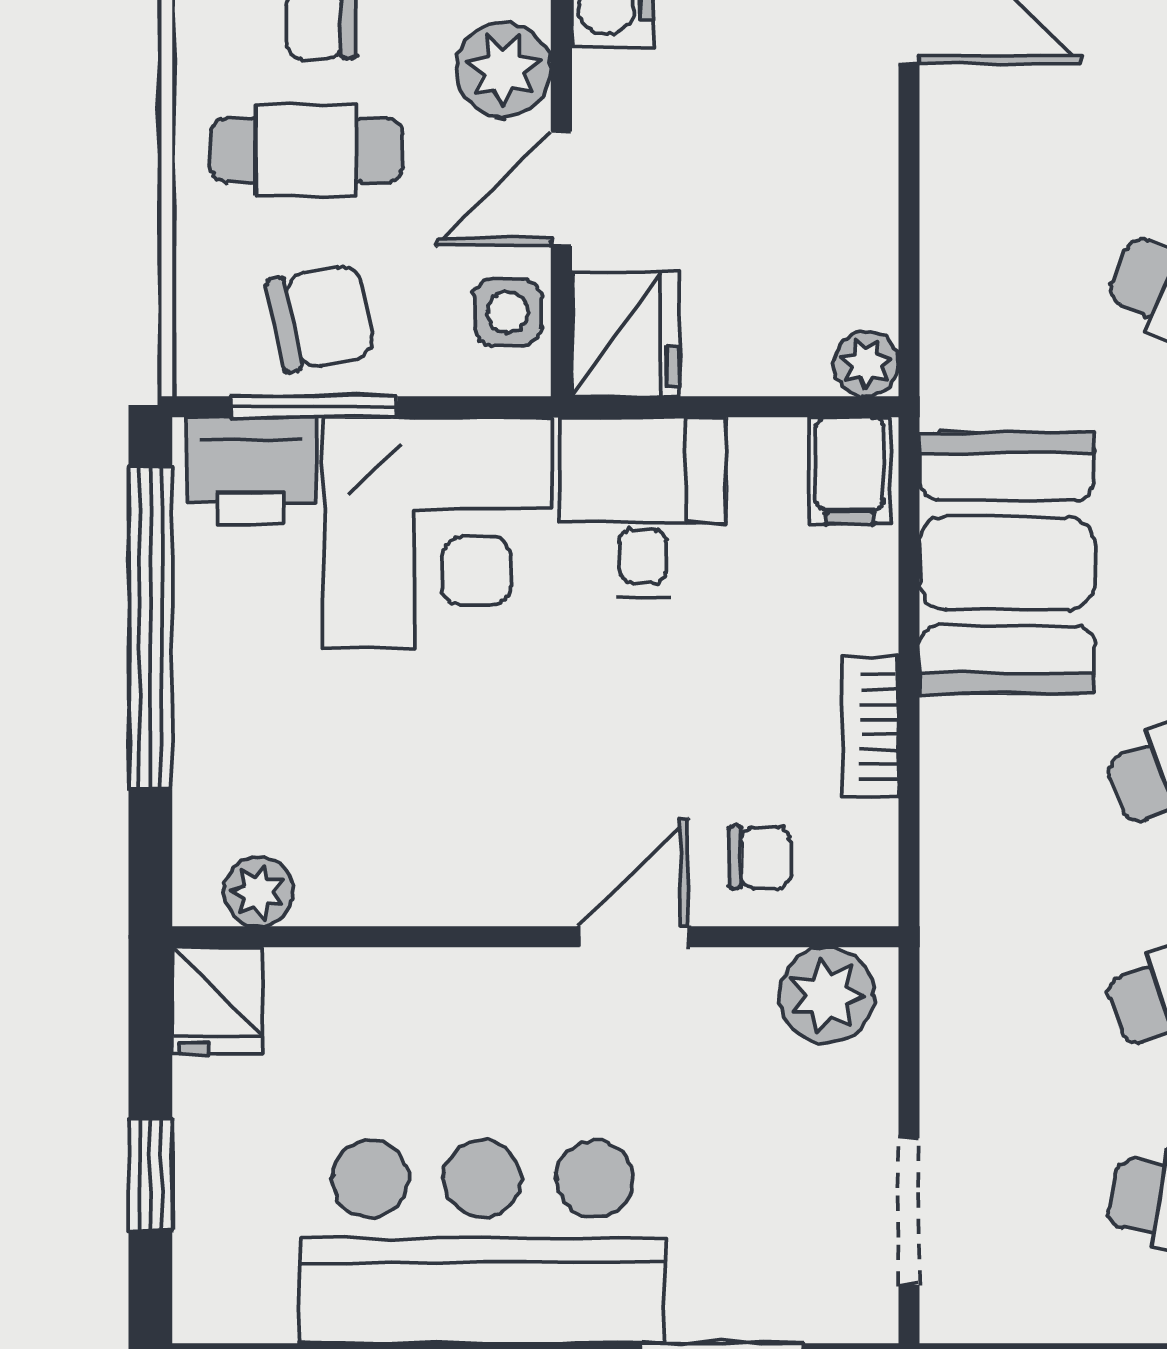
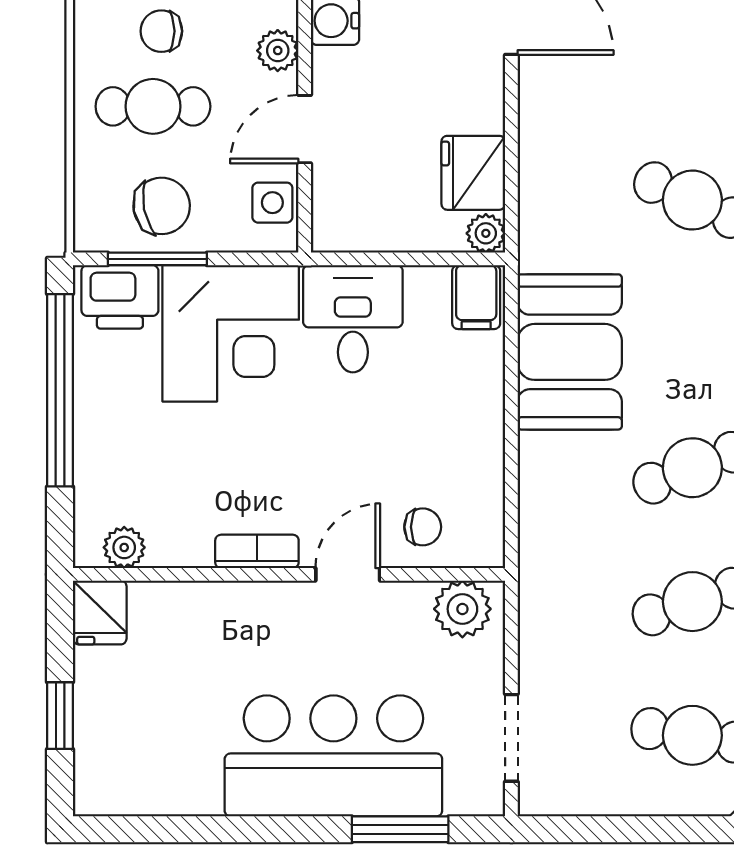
plant: (503, 70) -> (278, 51), width x0.73, depth x0.73
fridge: (625, 334) -> (473, 173), moved, turned 180
bookcase: (870, 727) -> (257, 551), moved, turned 90
bar counter: (482, 1242) -> (333, 756), moved

